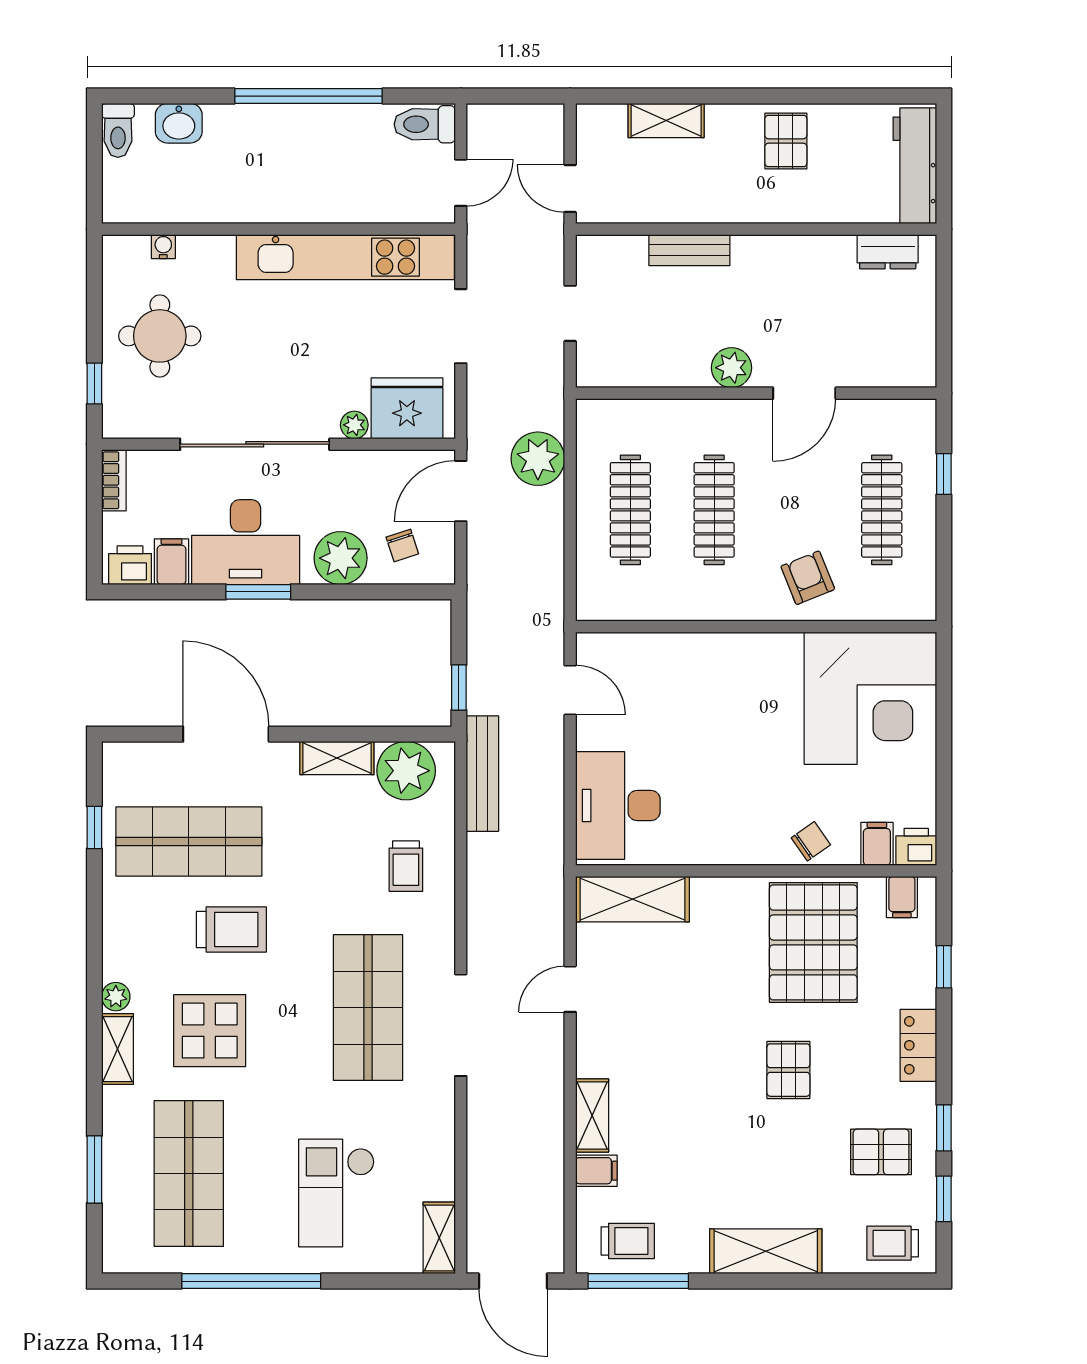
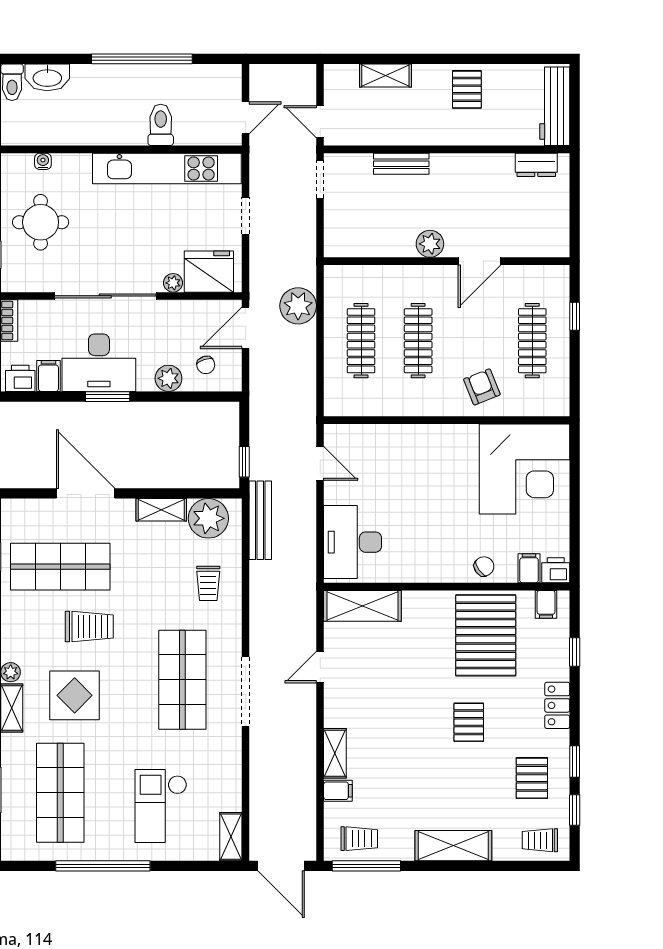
washbasin: (179, 123) -> (47, 77), width x1.38
toilet: (425, 124) -> (161, 125), moved, turned 90
doorway: (570, 313) -> (320, 179), moved
doorway: (461, 326) -> (246, 216), width x0.73
plant: (341, 558) -> (168, 378), width x0.73, depth x0.73
pallet: (881, 1152) -> (532, 778), turned 90

